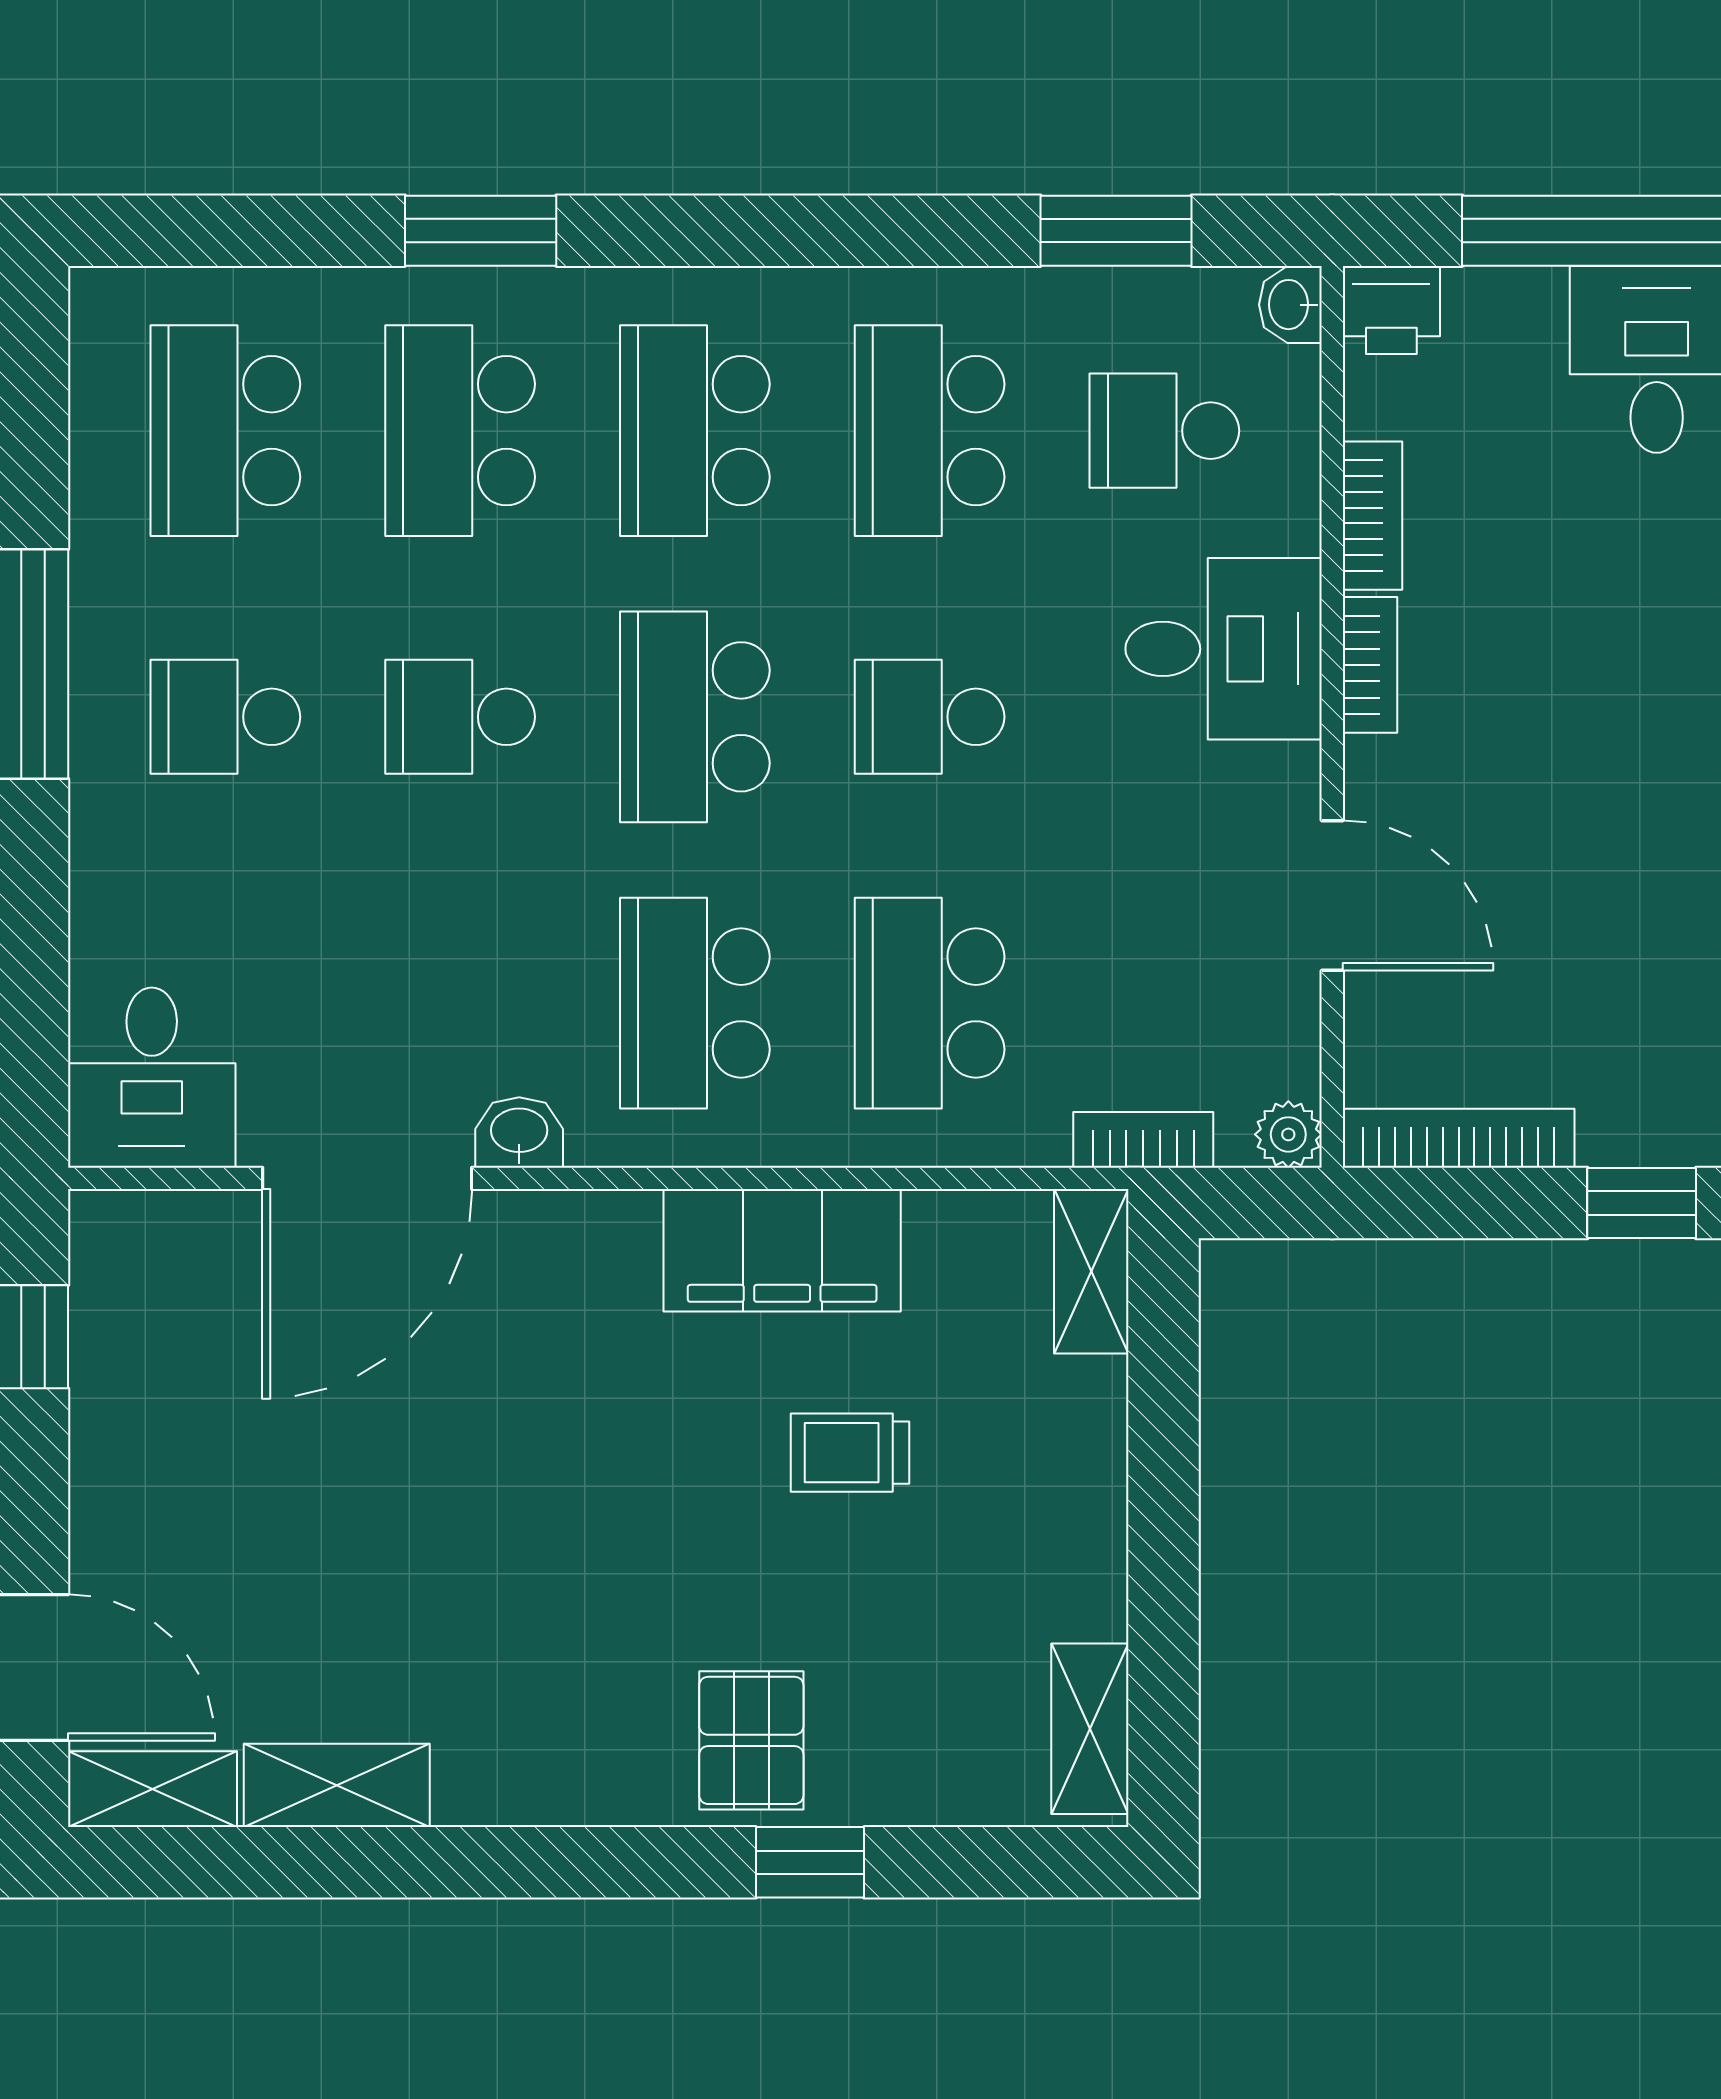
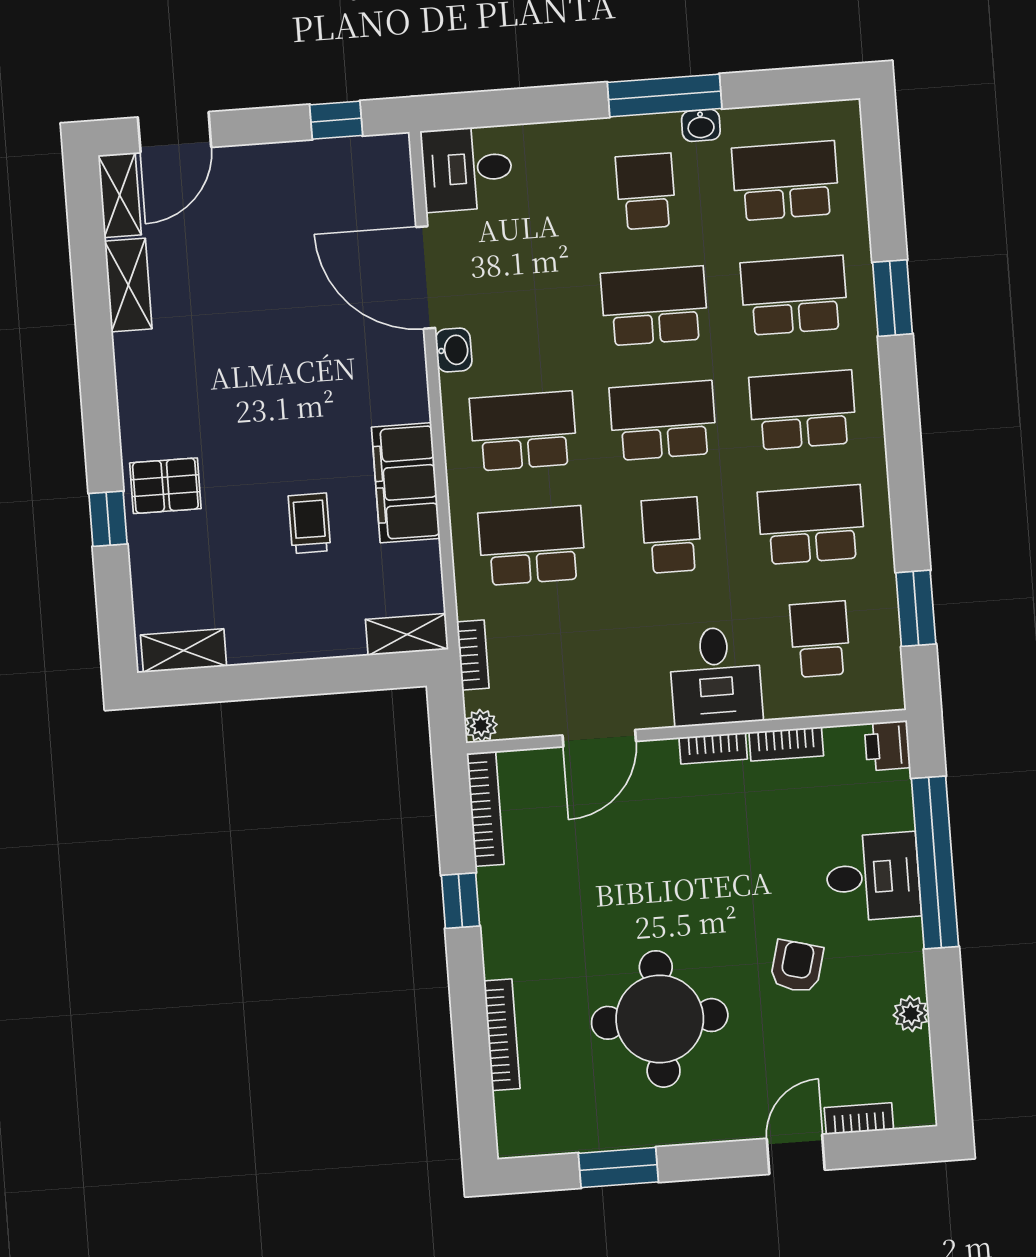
washbasin: (1290, 305) -> (701, 125), moved, turned 180
school desk: (460, 717) -> (654, 306), width x1.85

